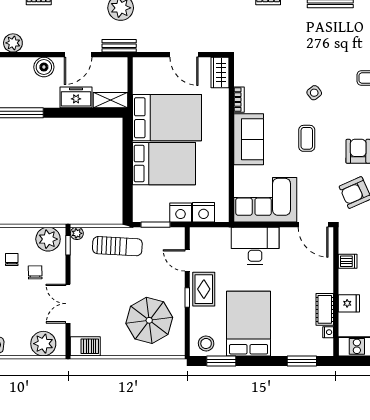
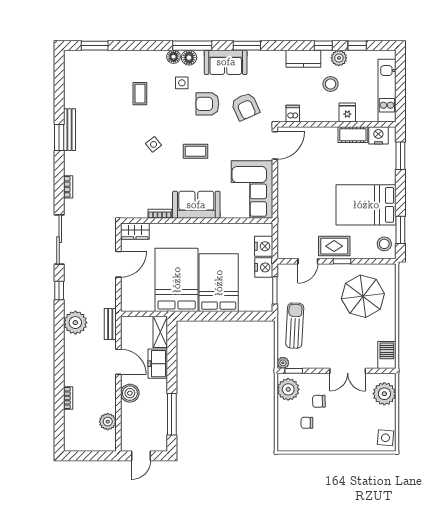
desk: (255, 246) -> (294, 199), removed
dishwasher: (348, 261) -> (293, 114), moved
nightstand: (328, 332) -> (378, 135), width x1.89, depth x1.79

